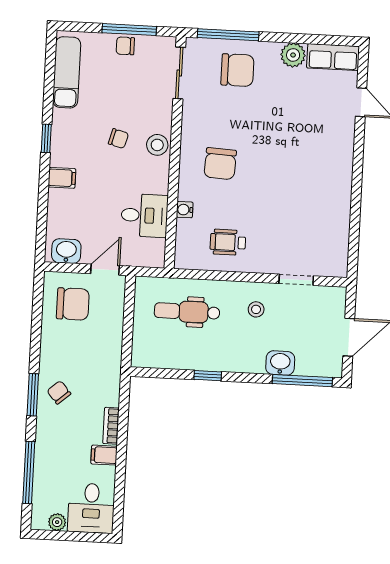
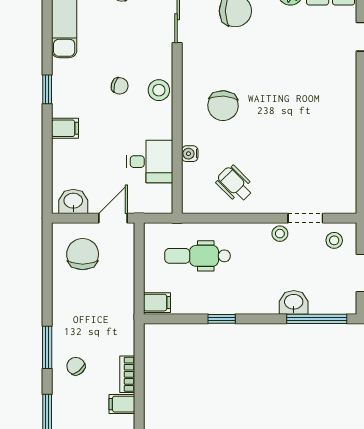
wheelchair: (228, 242) -> (235, 184), turned 45
stool: (324, 303) -> (334, 240), added
chair: (73, 304) -> (83, 254), turned -90
stool: (256, 309) -> (280, 234), moved
filing cabinet: (144, 356) -> (157, 303), added
chair: (59, 392) -> (76, 366), moved

